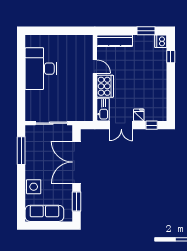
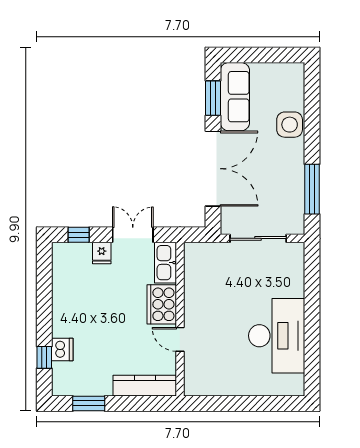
dishwasher: (161, 41) -> (62, 349), moved
sofa: (44, 213) -> (235, 97), moved, turned -90

